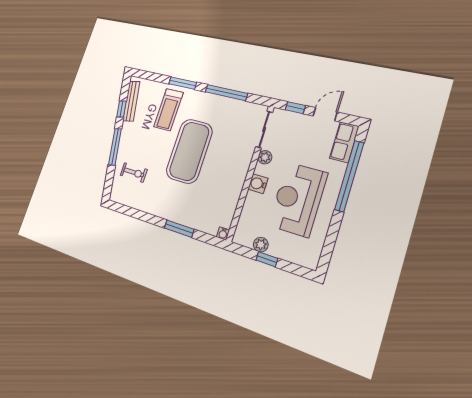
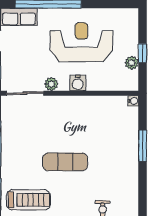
exercise mat: (189, 151) -> (65, 162), width x0.50, depth x0.69
reception desk: (298, 199) -> (81, 42), turned 180

